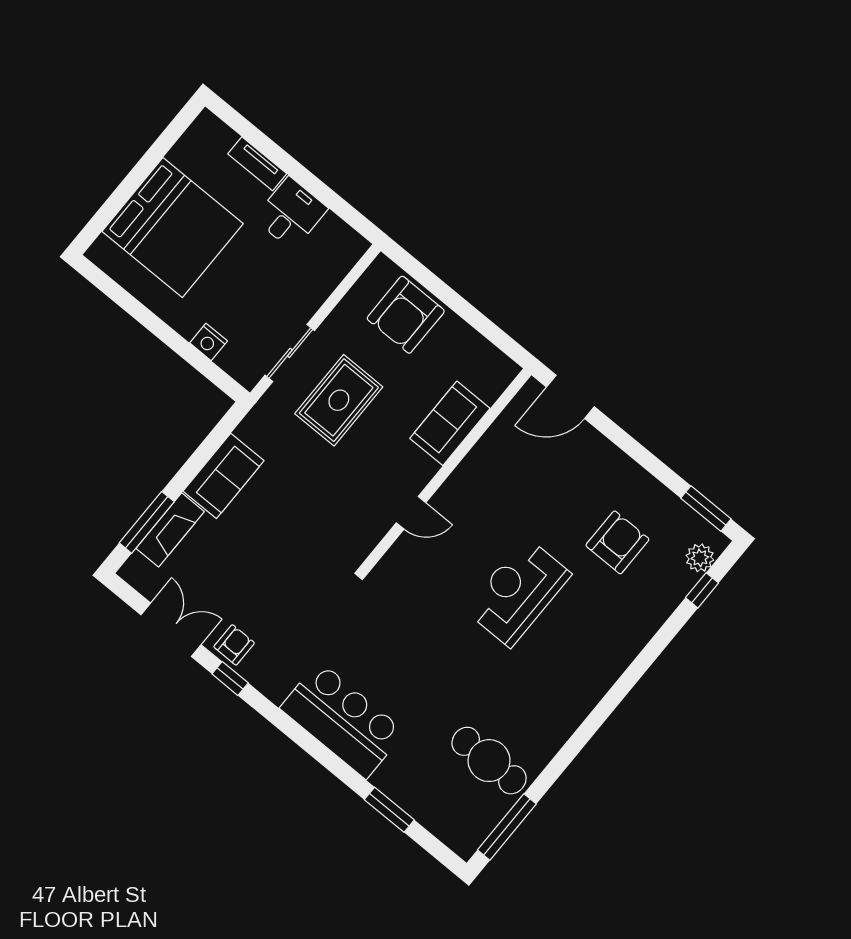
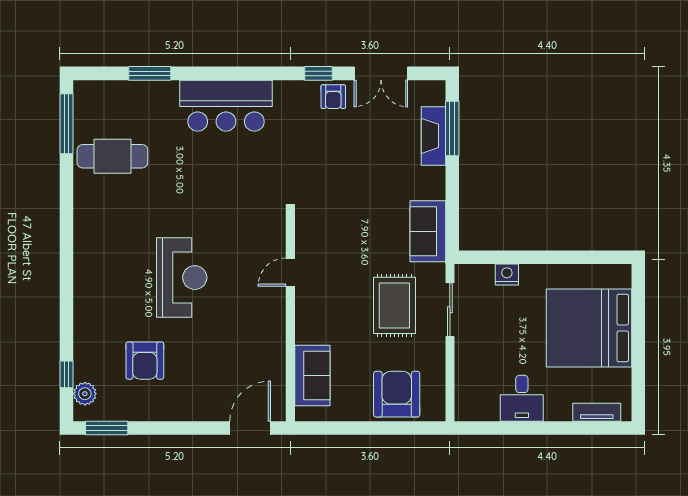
tv unit: (257, 164) -> (597, 412), moved
sofa: (450, 423) -> (312, 375), moved
sofa: (224, 476) -> (428, 231), moved

